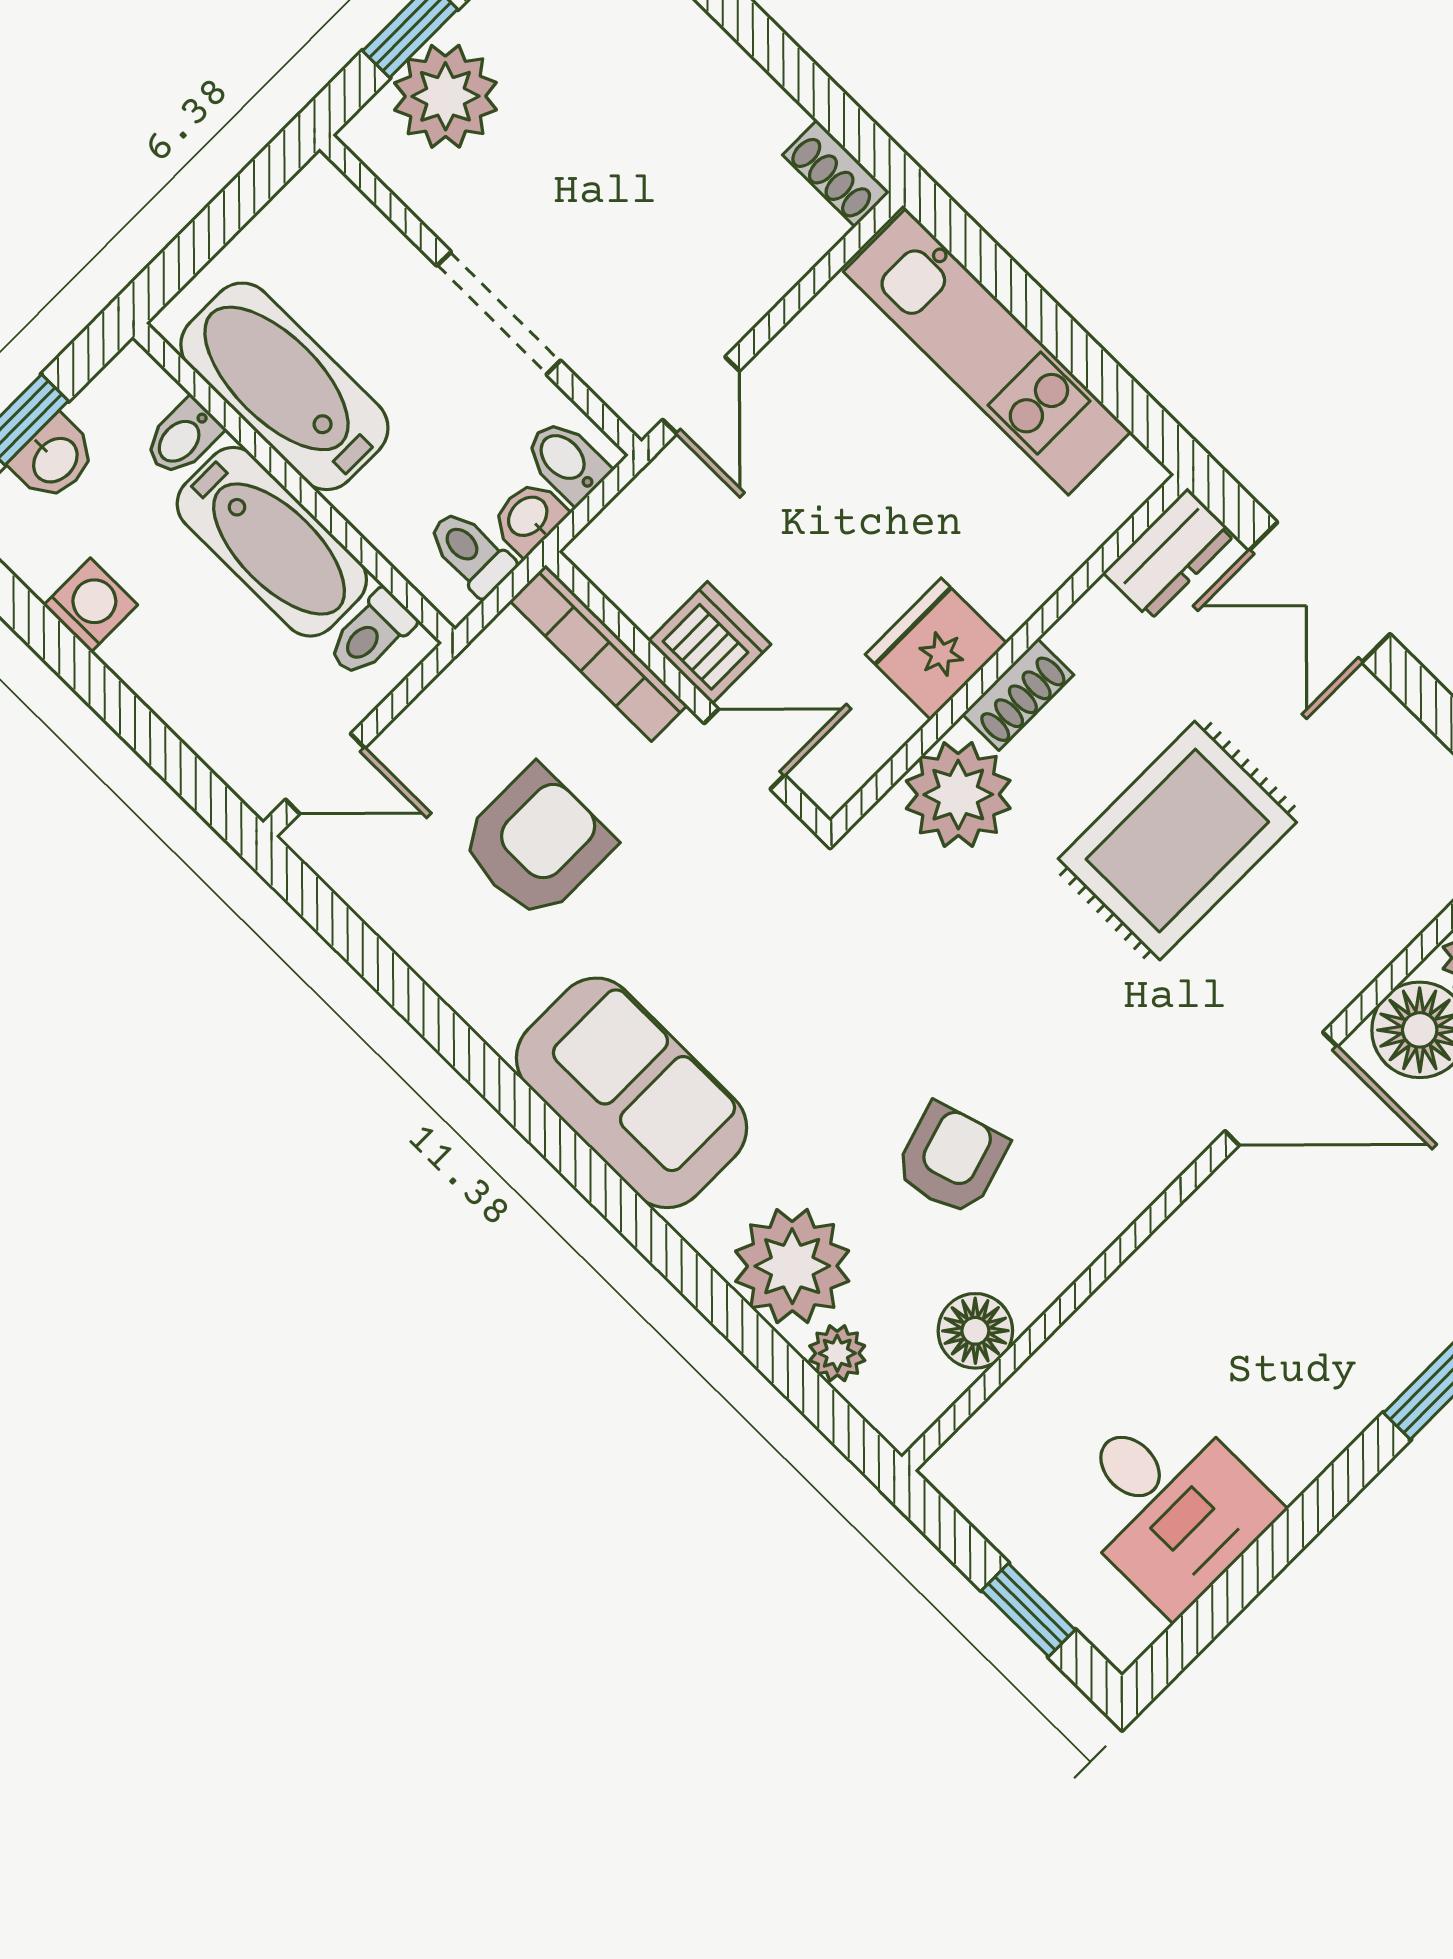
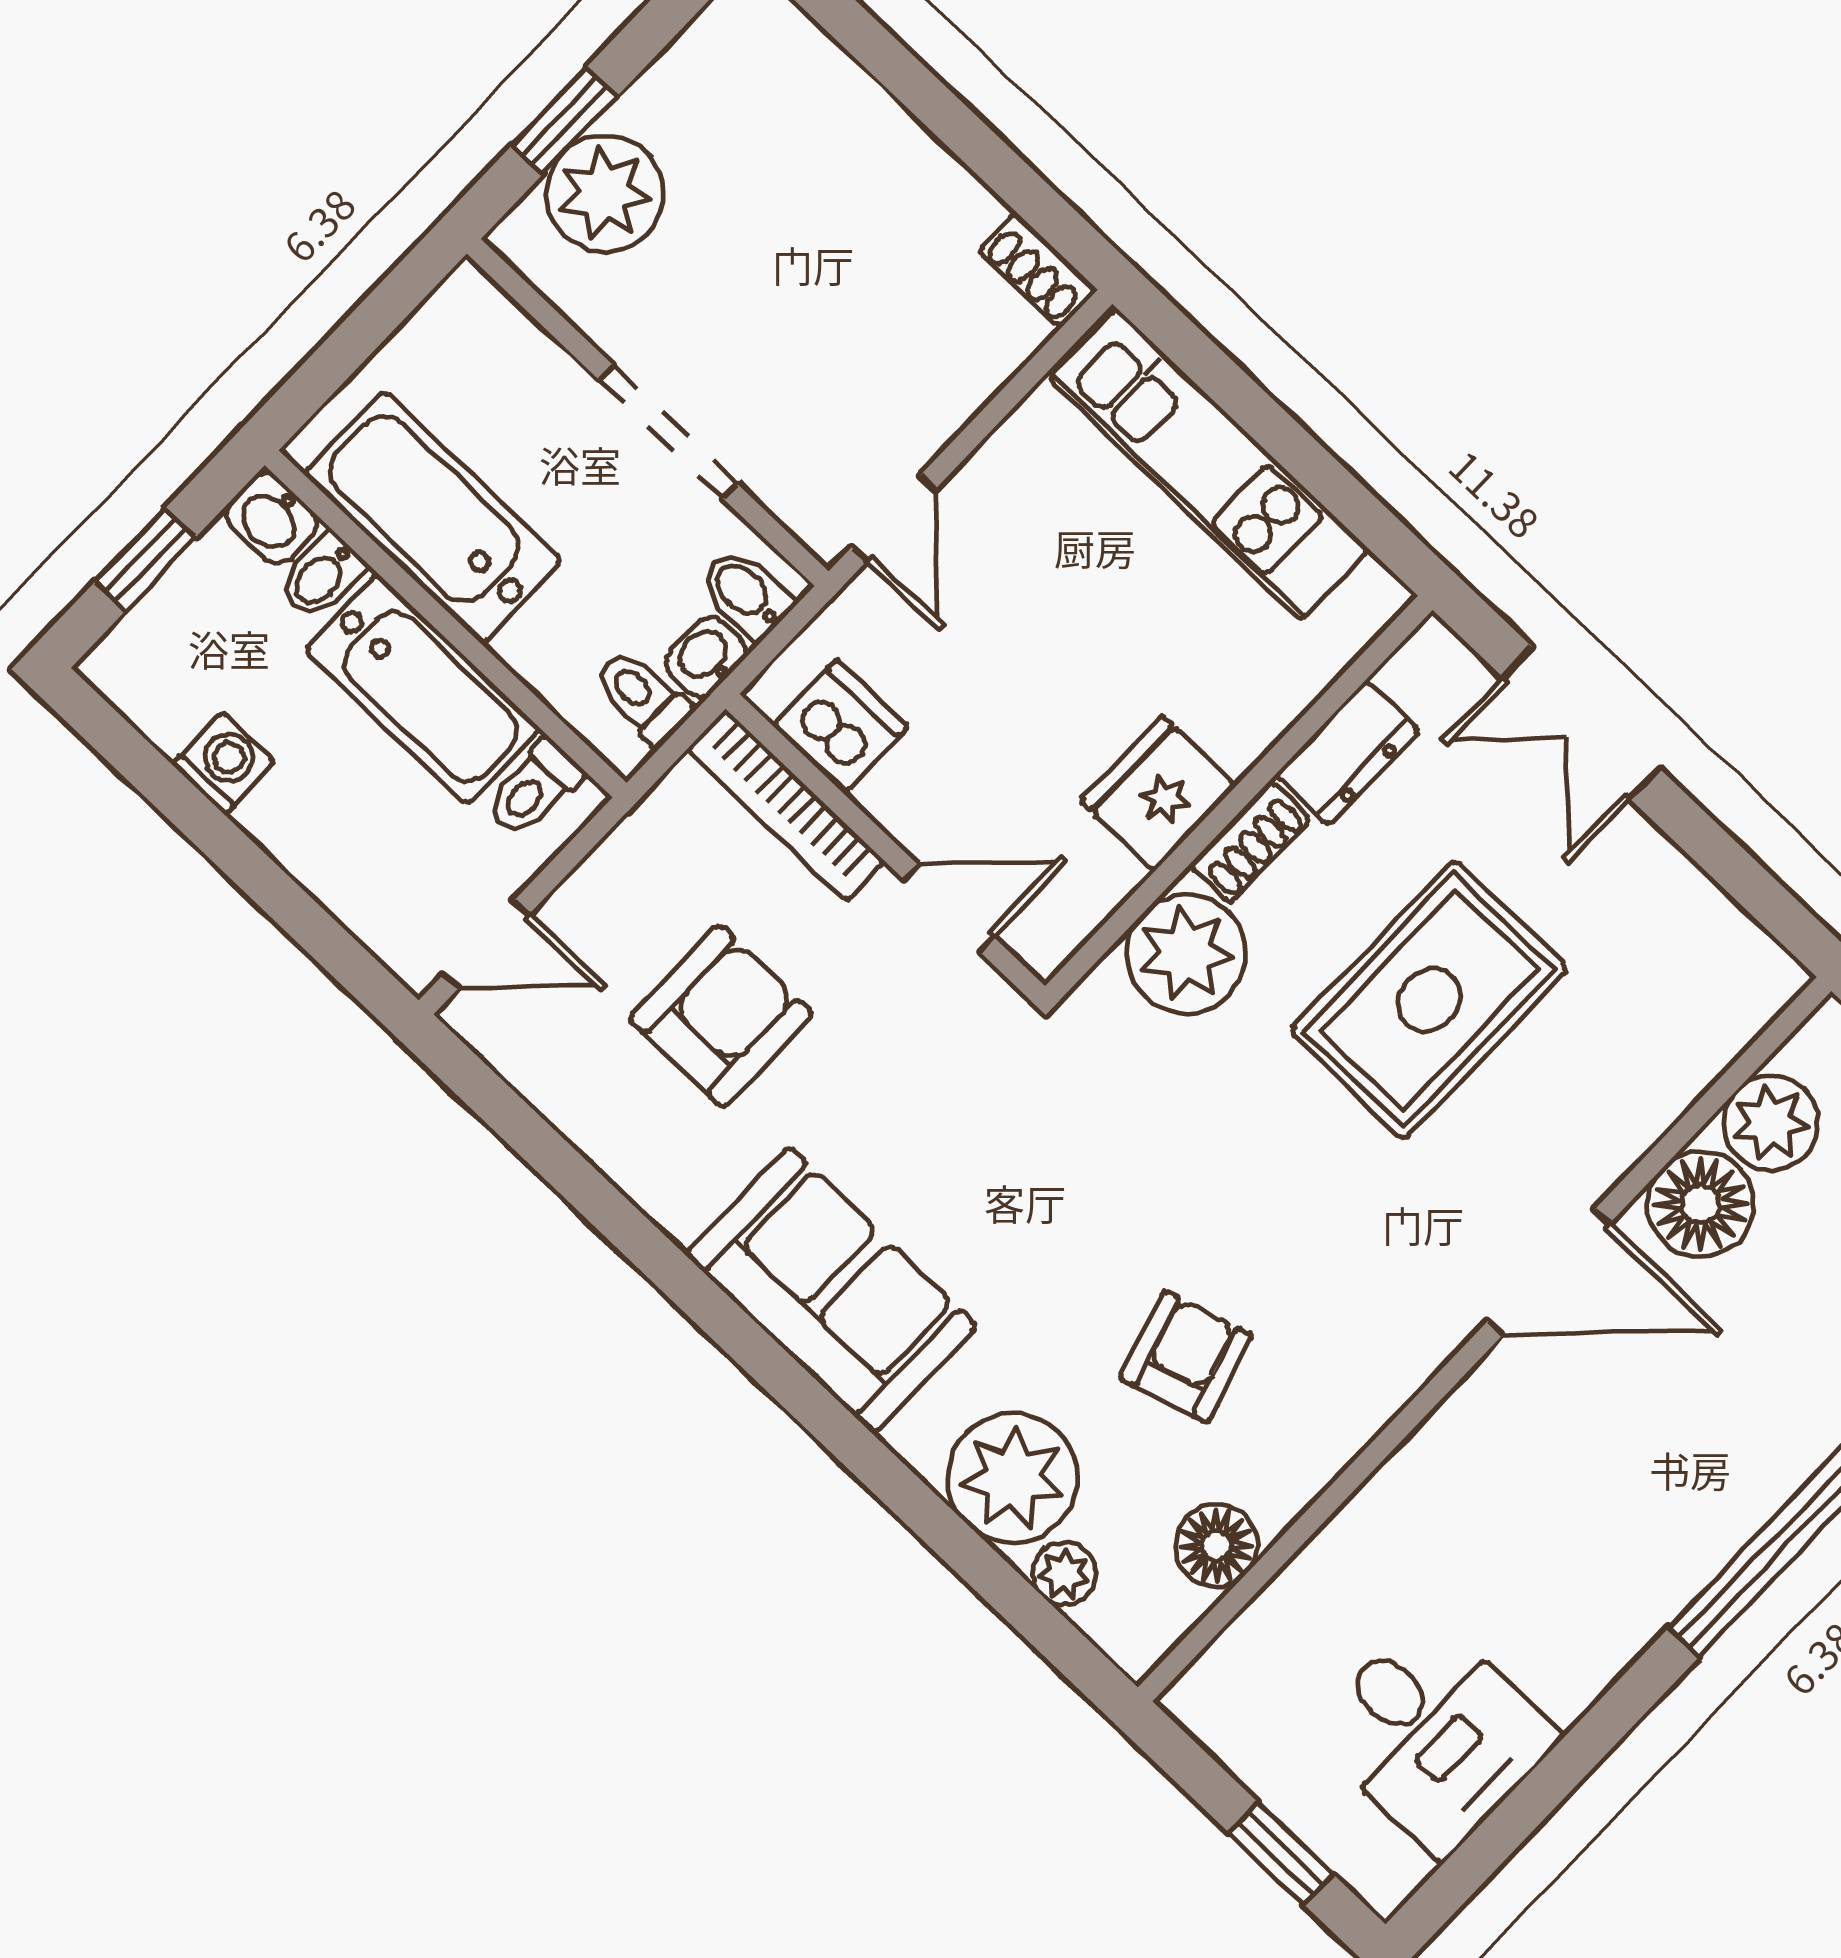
washbasin: (54, 459) -> (272, 518), moved, turned 90
dresser: (1169, 554) -> (1347, 753), moved
dishwasher: (710, 643) -> (840, 726), moved

